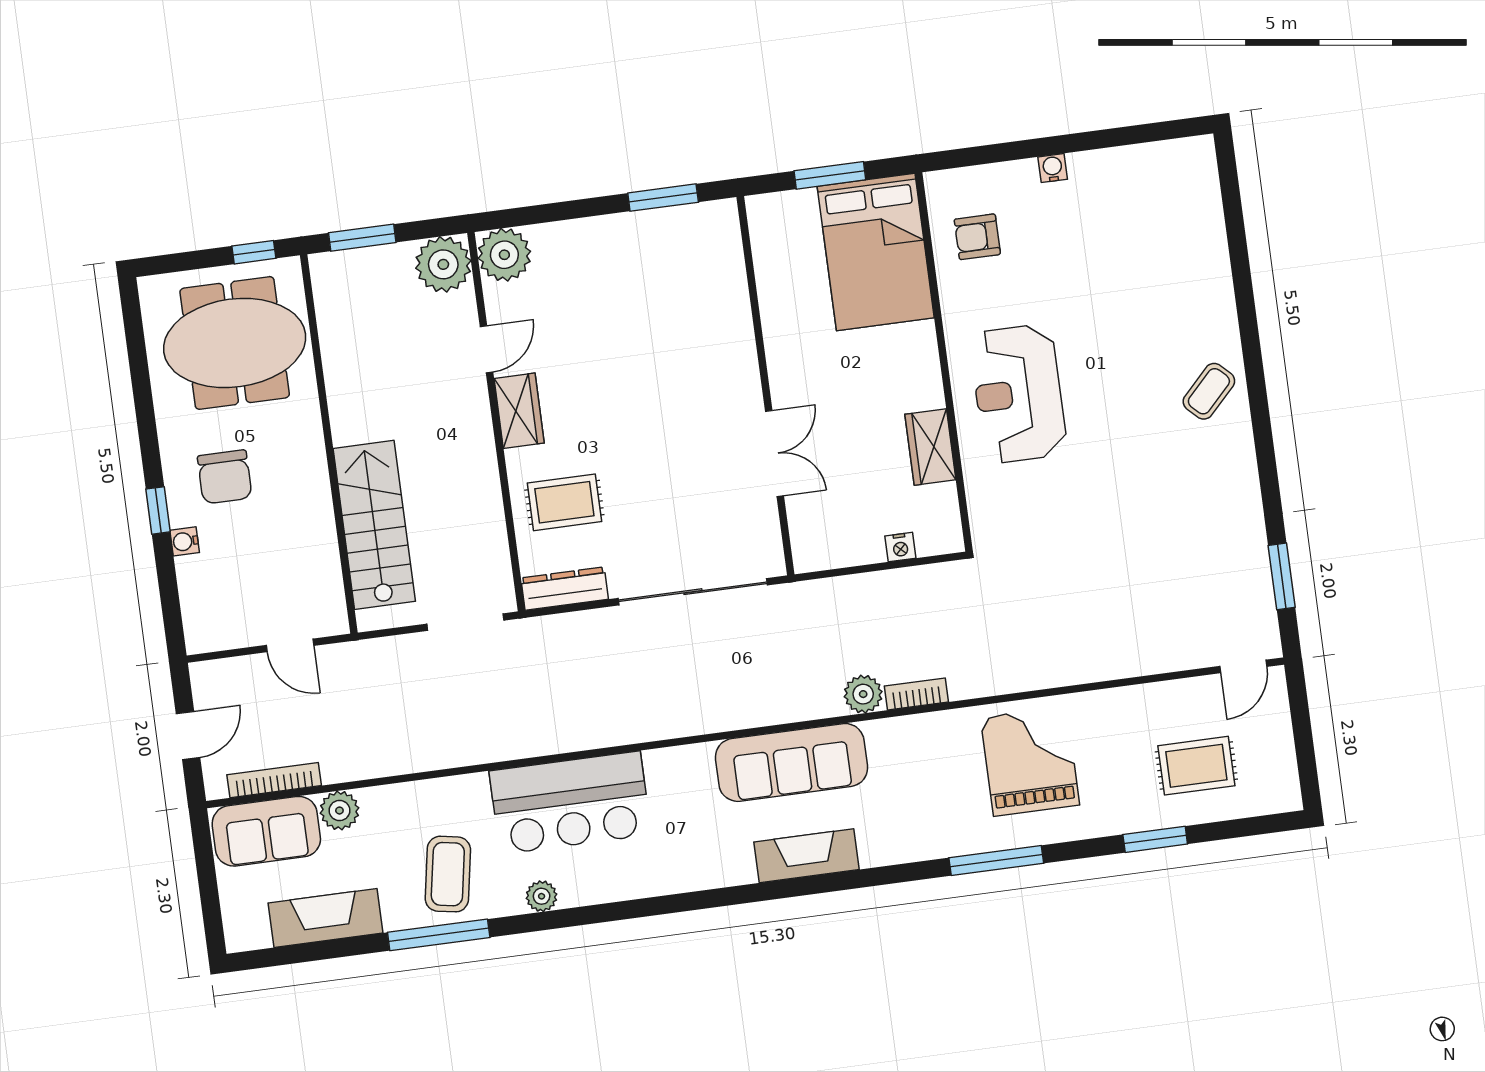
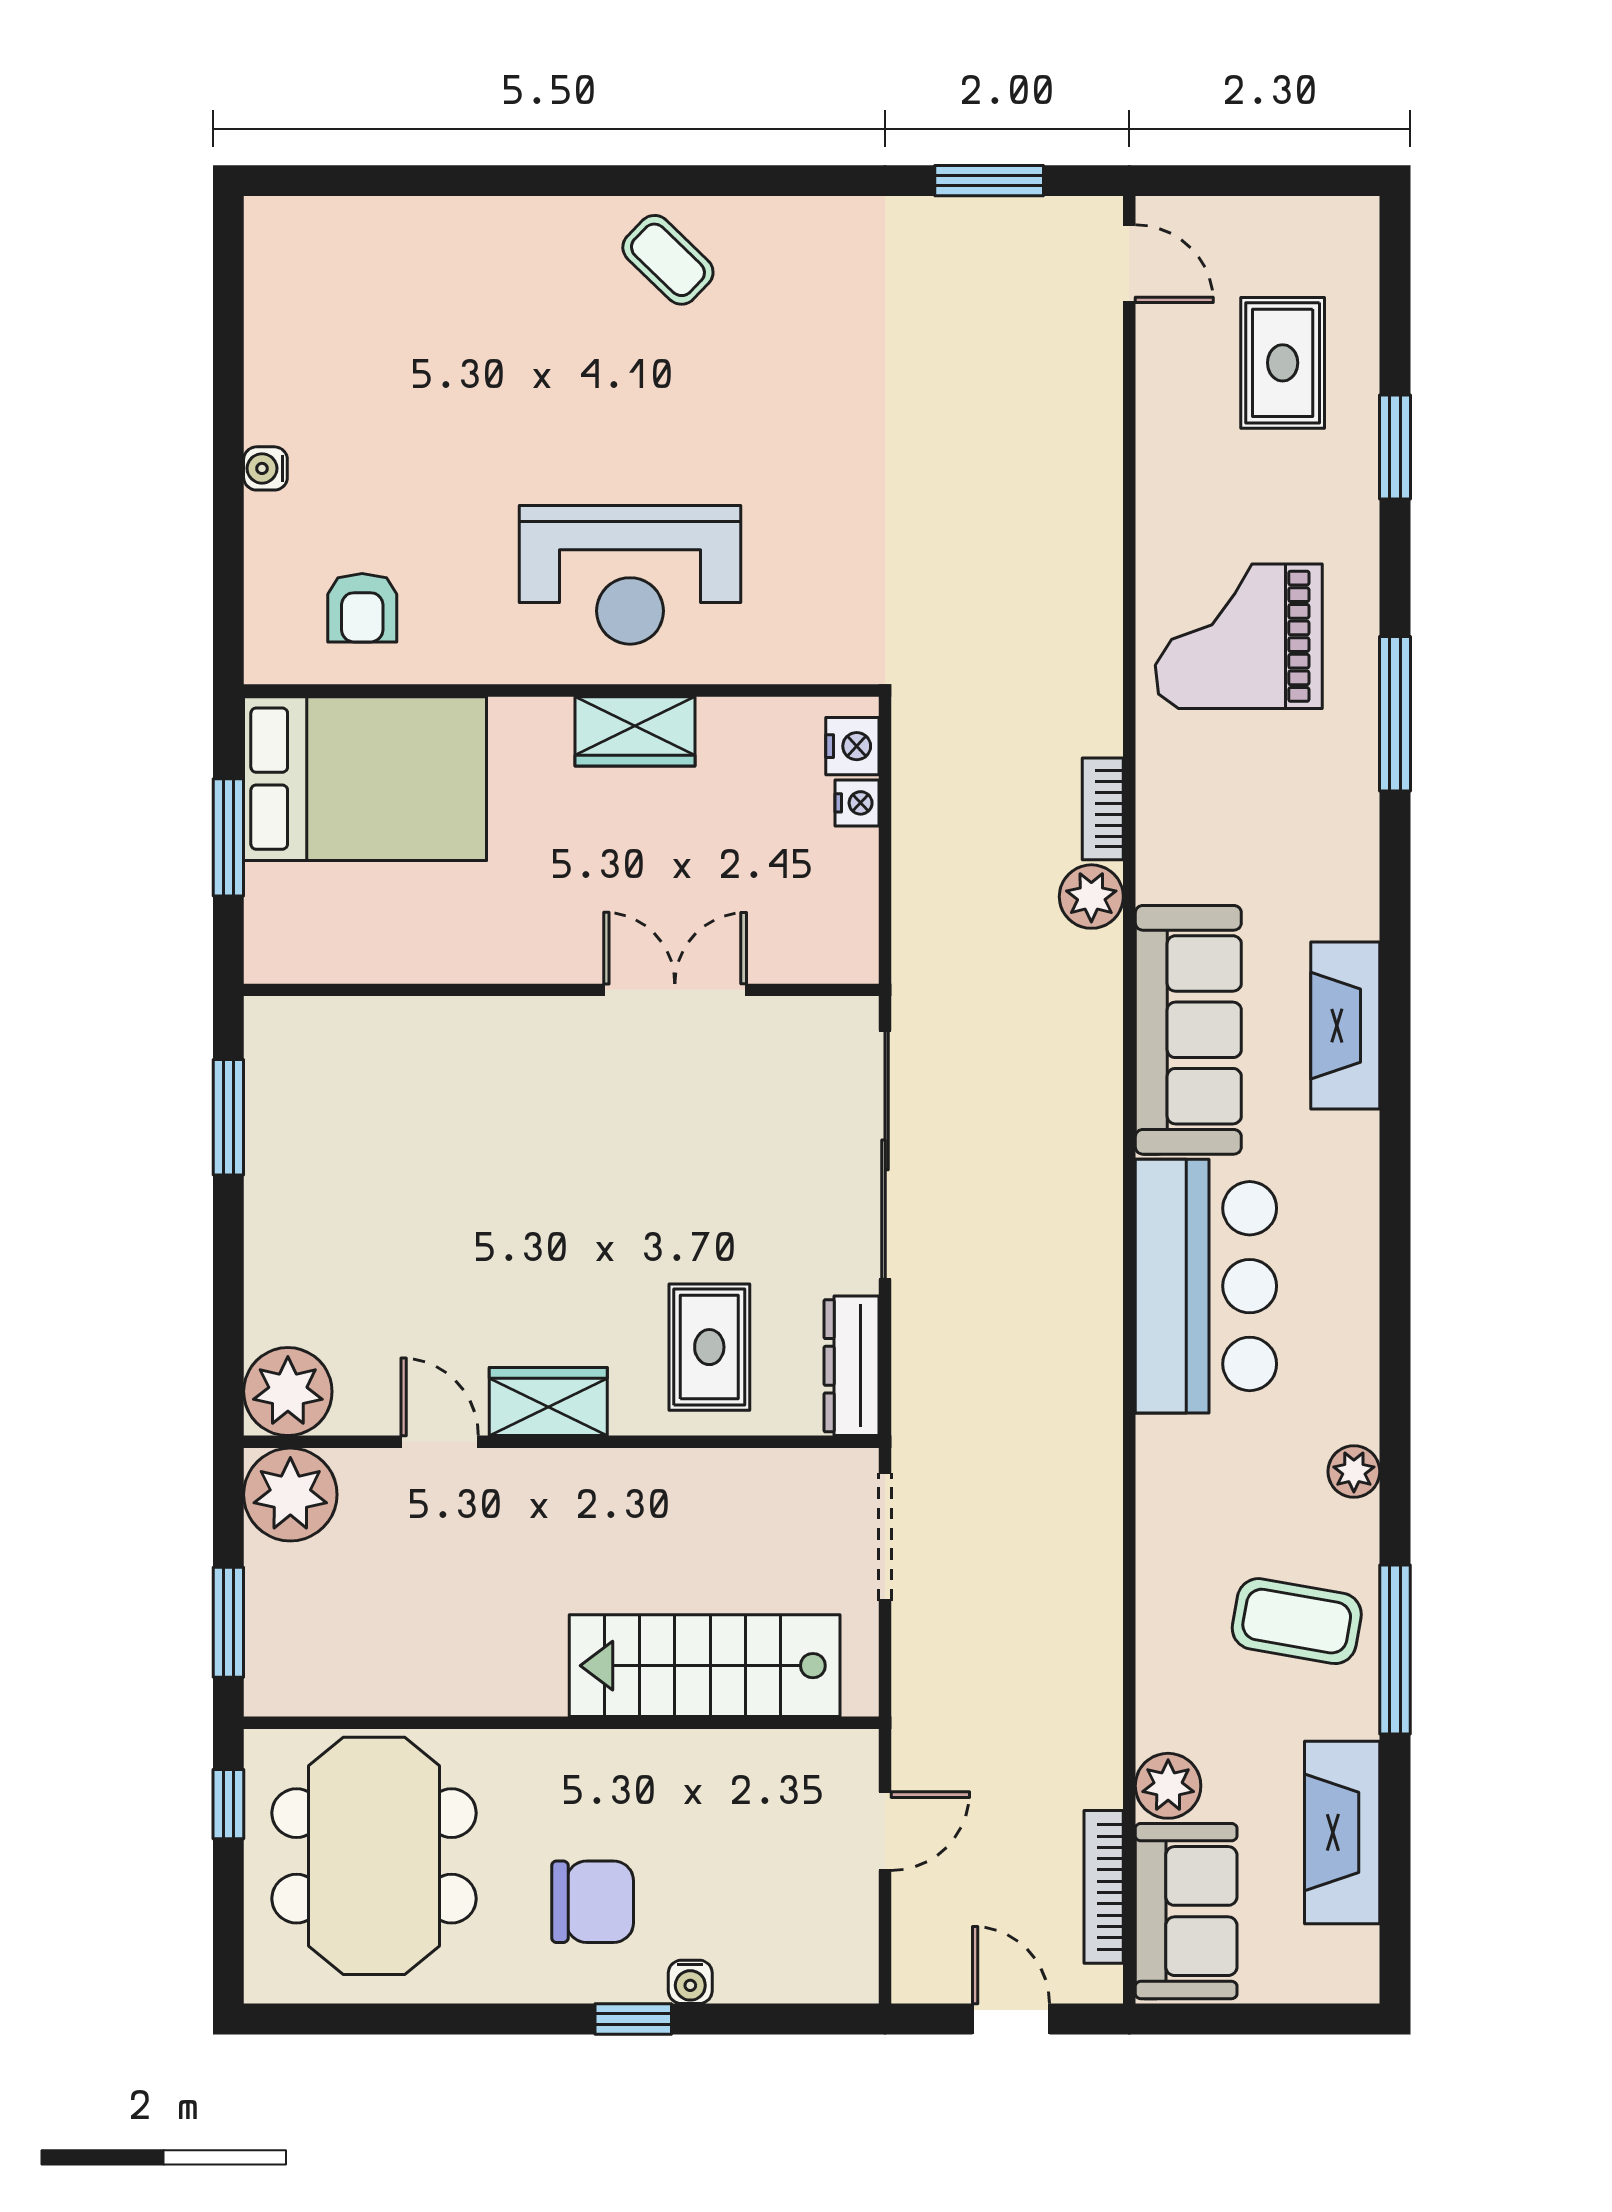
wardrobe: (930, 447) -> (635, 731), moved
nightstand: (934, 540) -> (852, 746), added
bar counter: (570, 803) -> (1206, 1286), moved

